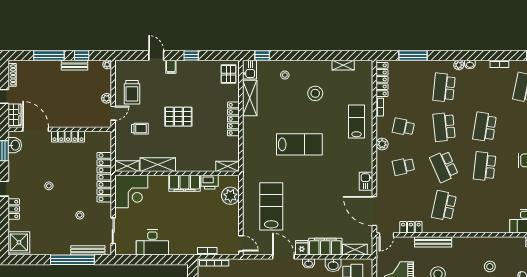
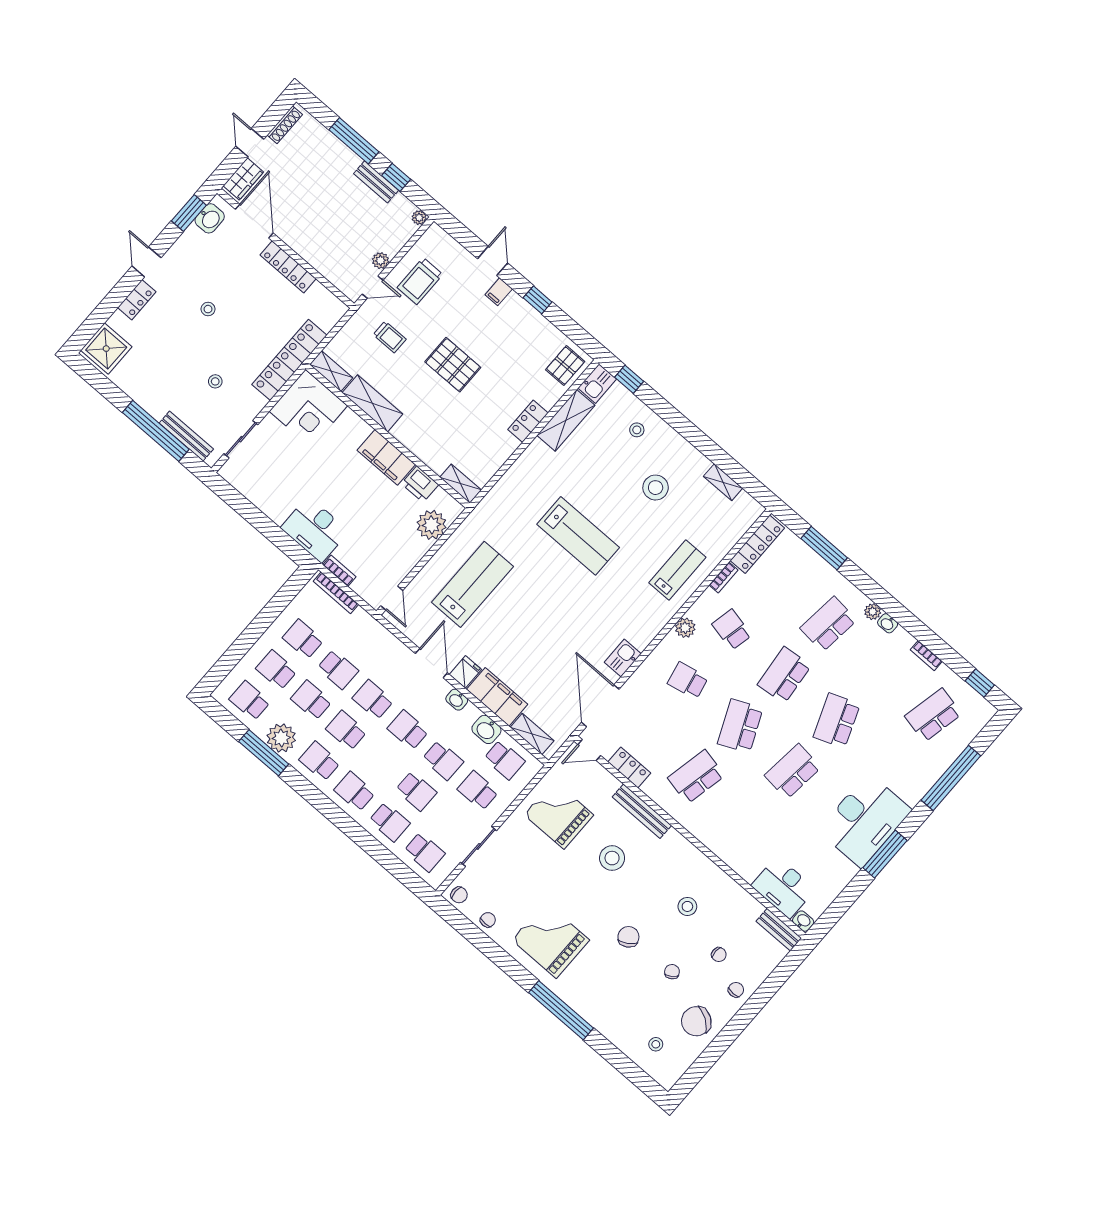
locker: (233, 119) -> (528, 421), width x0.66
school desk: (485, 127) -> (837, 721), turned -30
desk: (152, 243) -> (315, 530), moved

